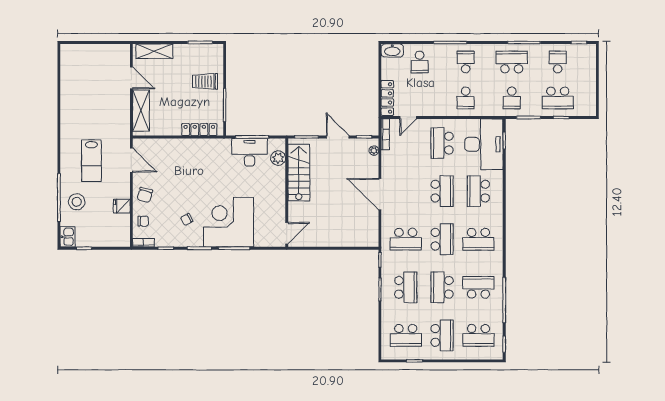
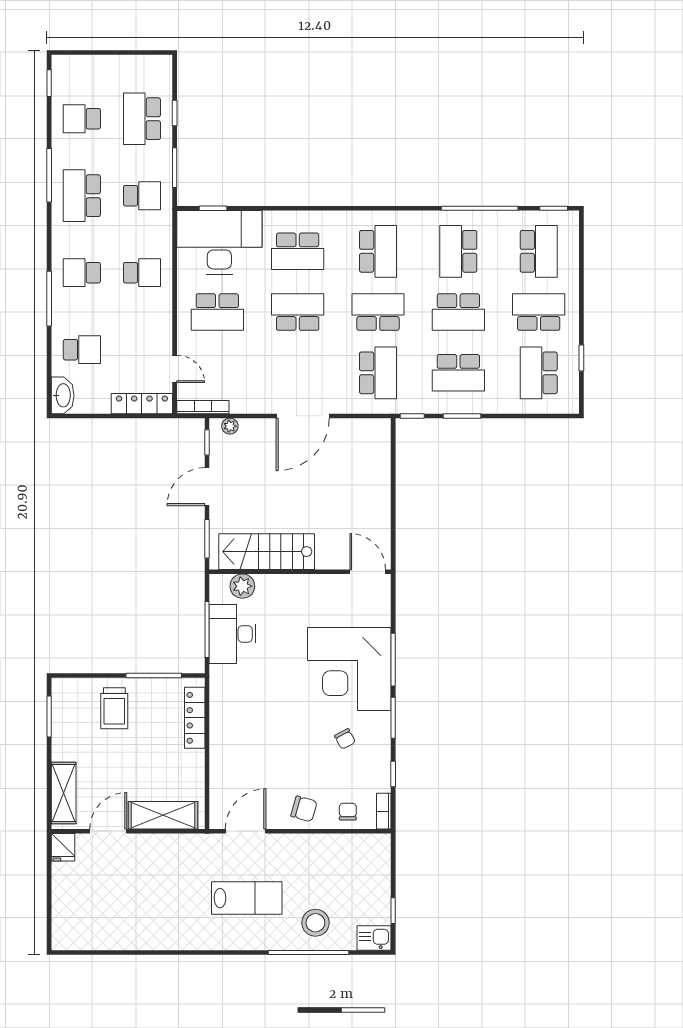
school desk: (558, 98) -> (142, 119), turned 180
fridge: (122, 206) -> (63, 847), moved
school desk: (406, 287) -> (458, 373), turned 180
school desk: (406, 335) -> (539, 373), turned 180

